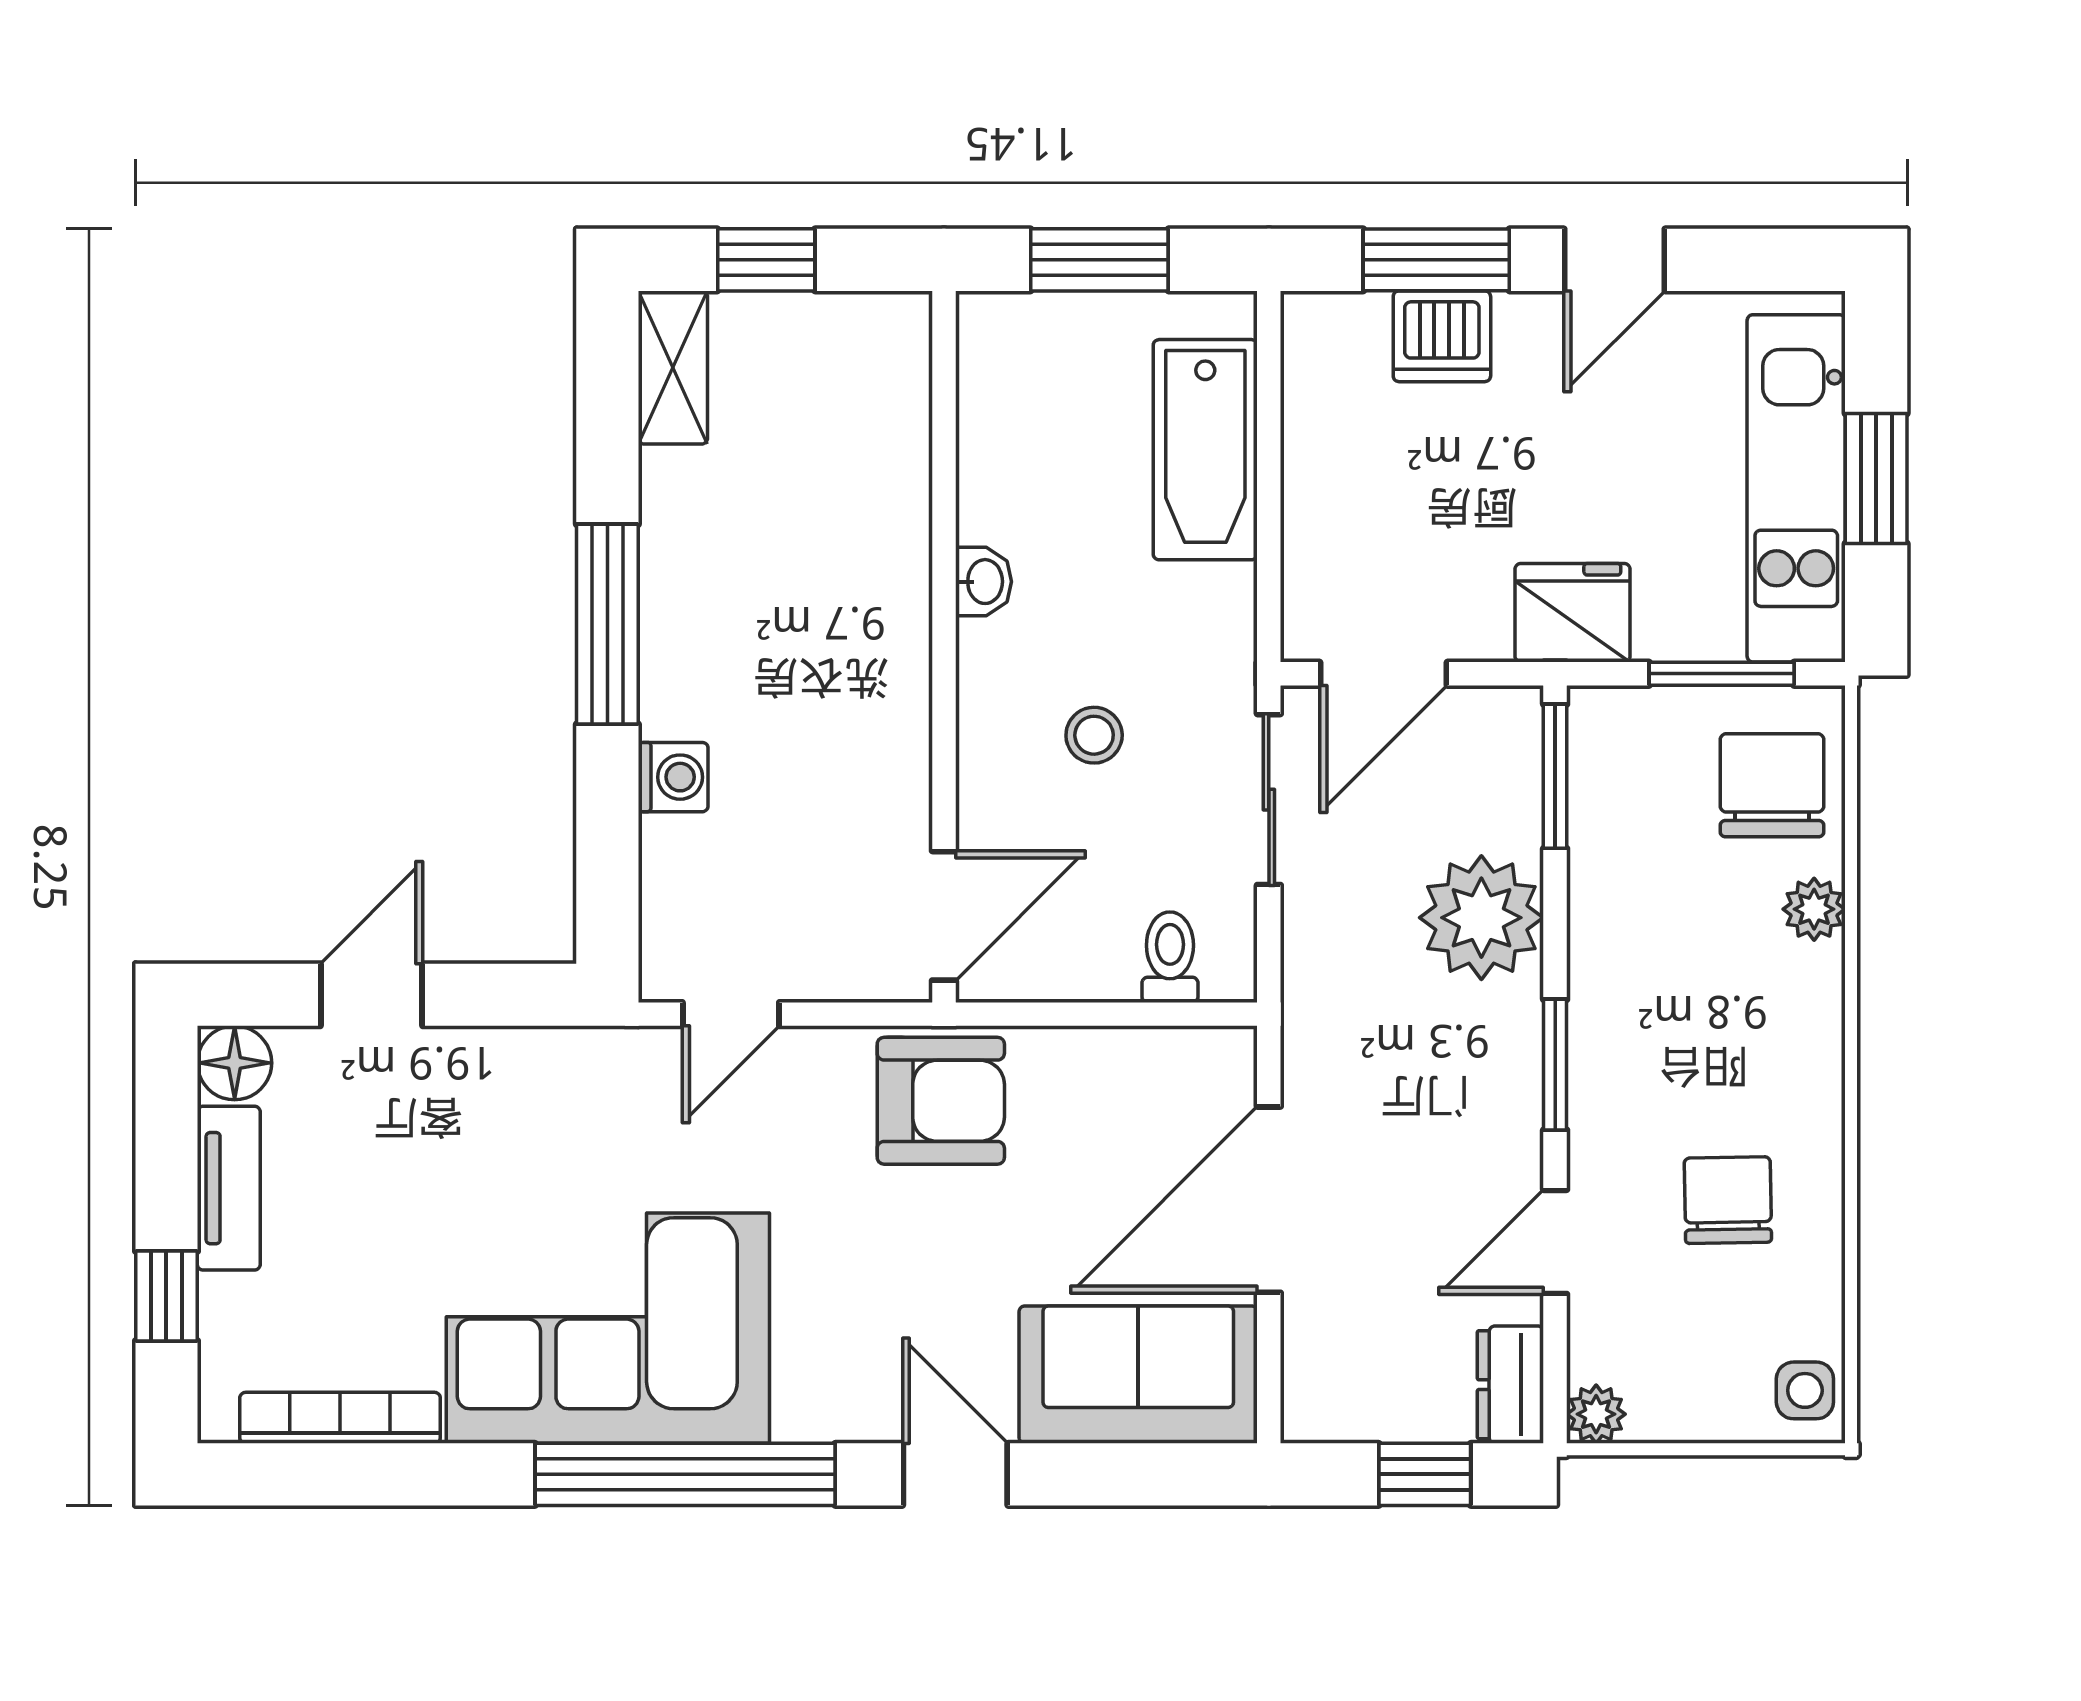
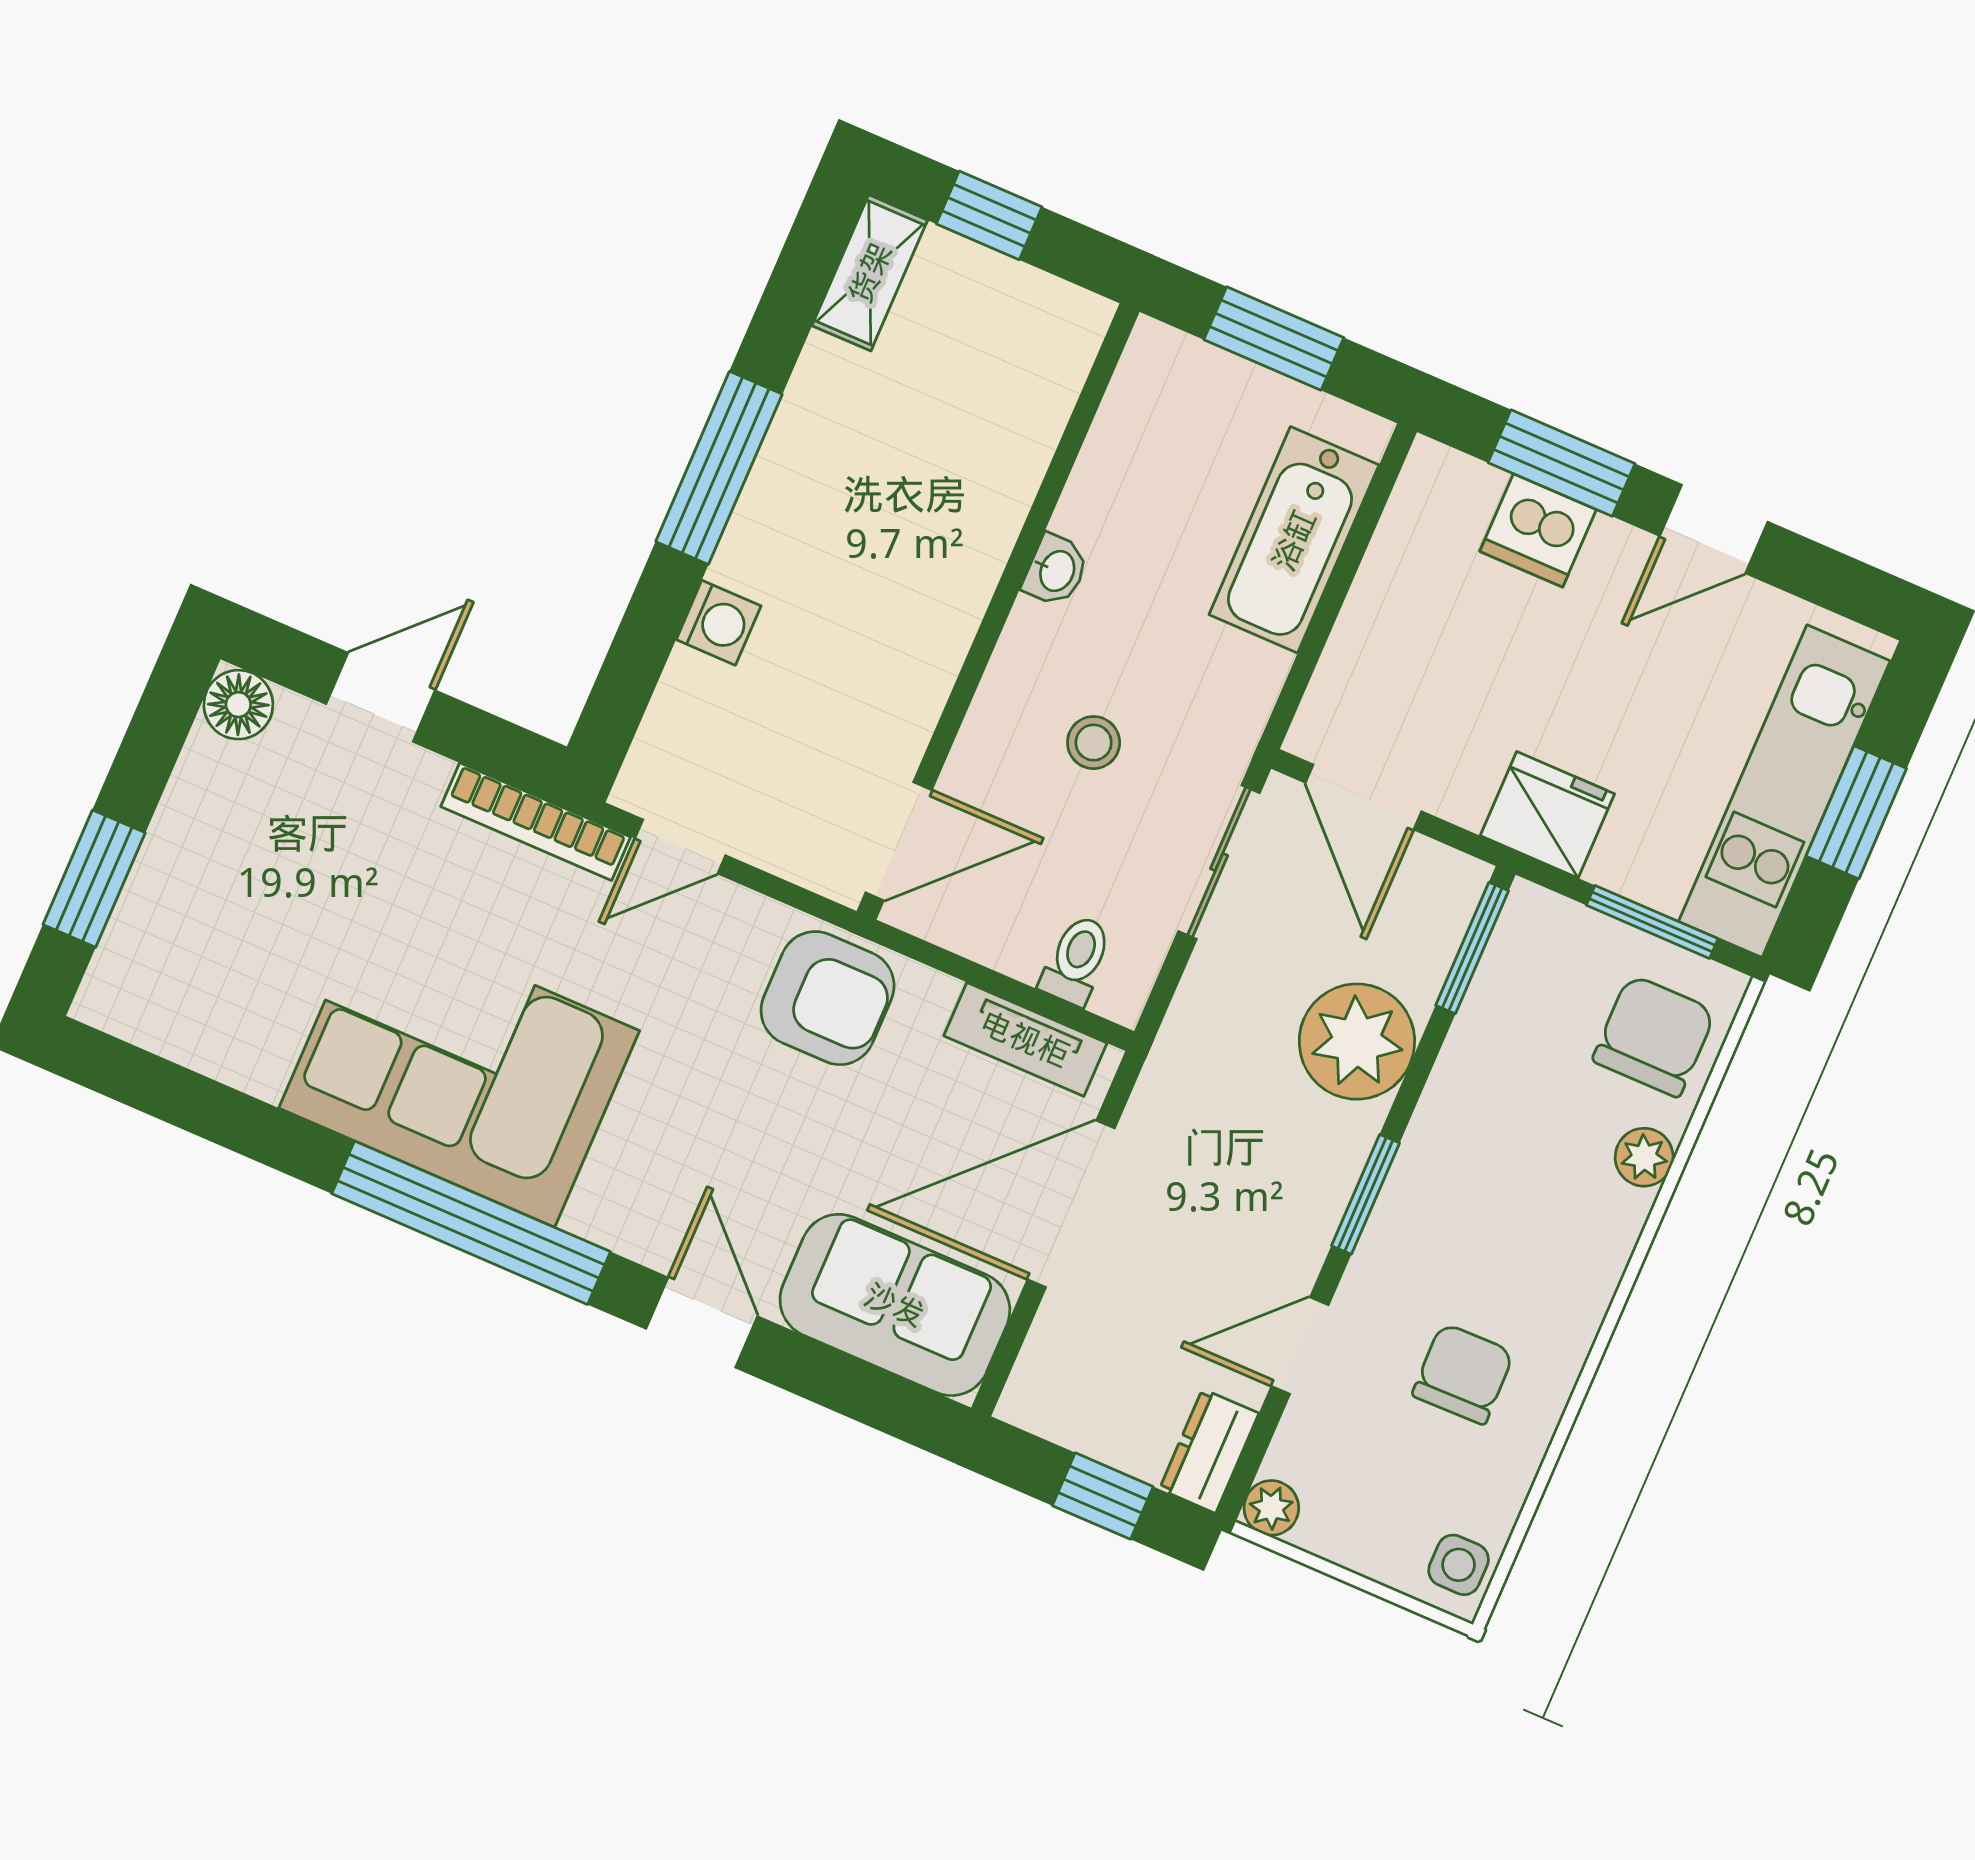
door: (1384, 674) -> (1363, 797), hinge flipped
tv unit: (229, 1188) -> (1025, 1039), moved, turned 90
window: (166, 1296) -> (94, 879), width x1.50
bookcase: (340, 1418) -> (536, 822), moved, turned 180

